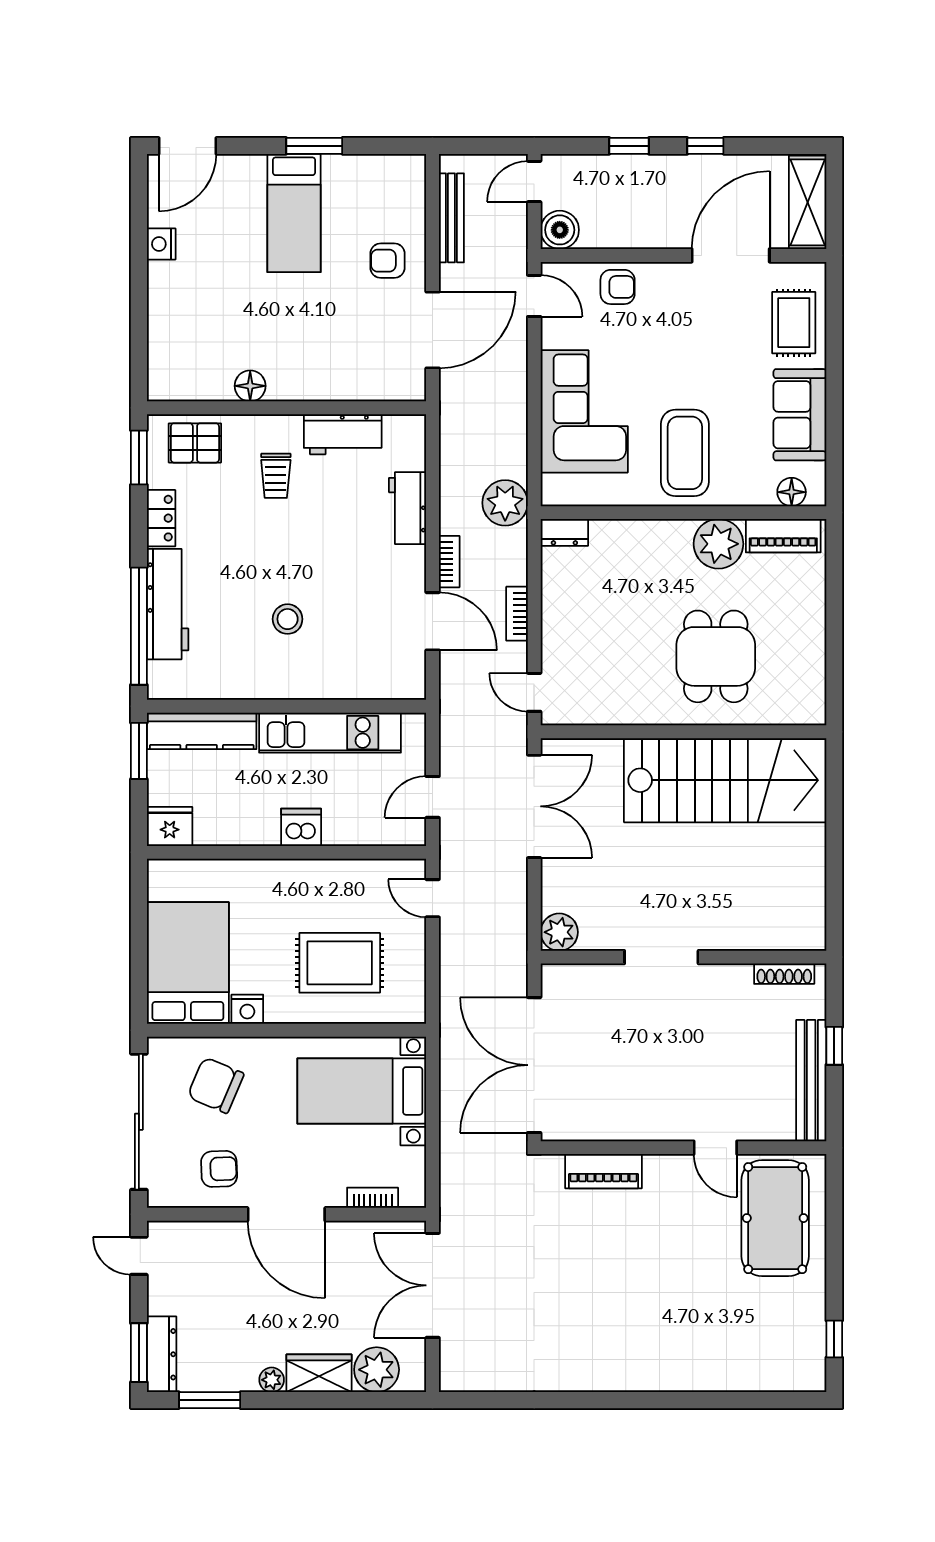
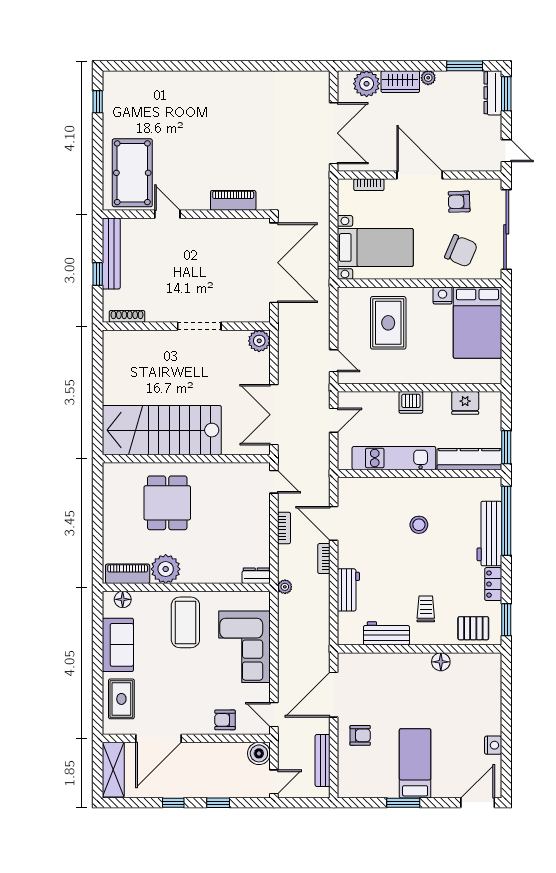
plant: (505, 503) -> (285, 587), width x0.53, depth x0.53
fridge: (170, 826) -> (465, 403), moved
rug: (340, 963) -> (388, 323), turned 90

